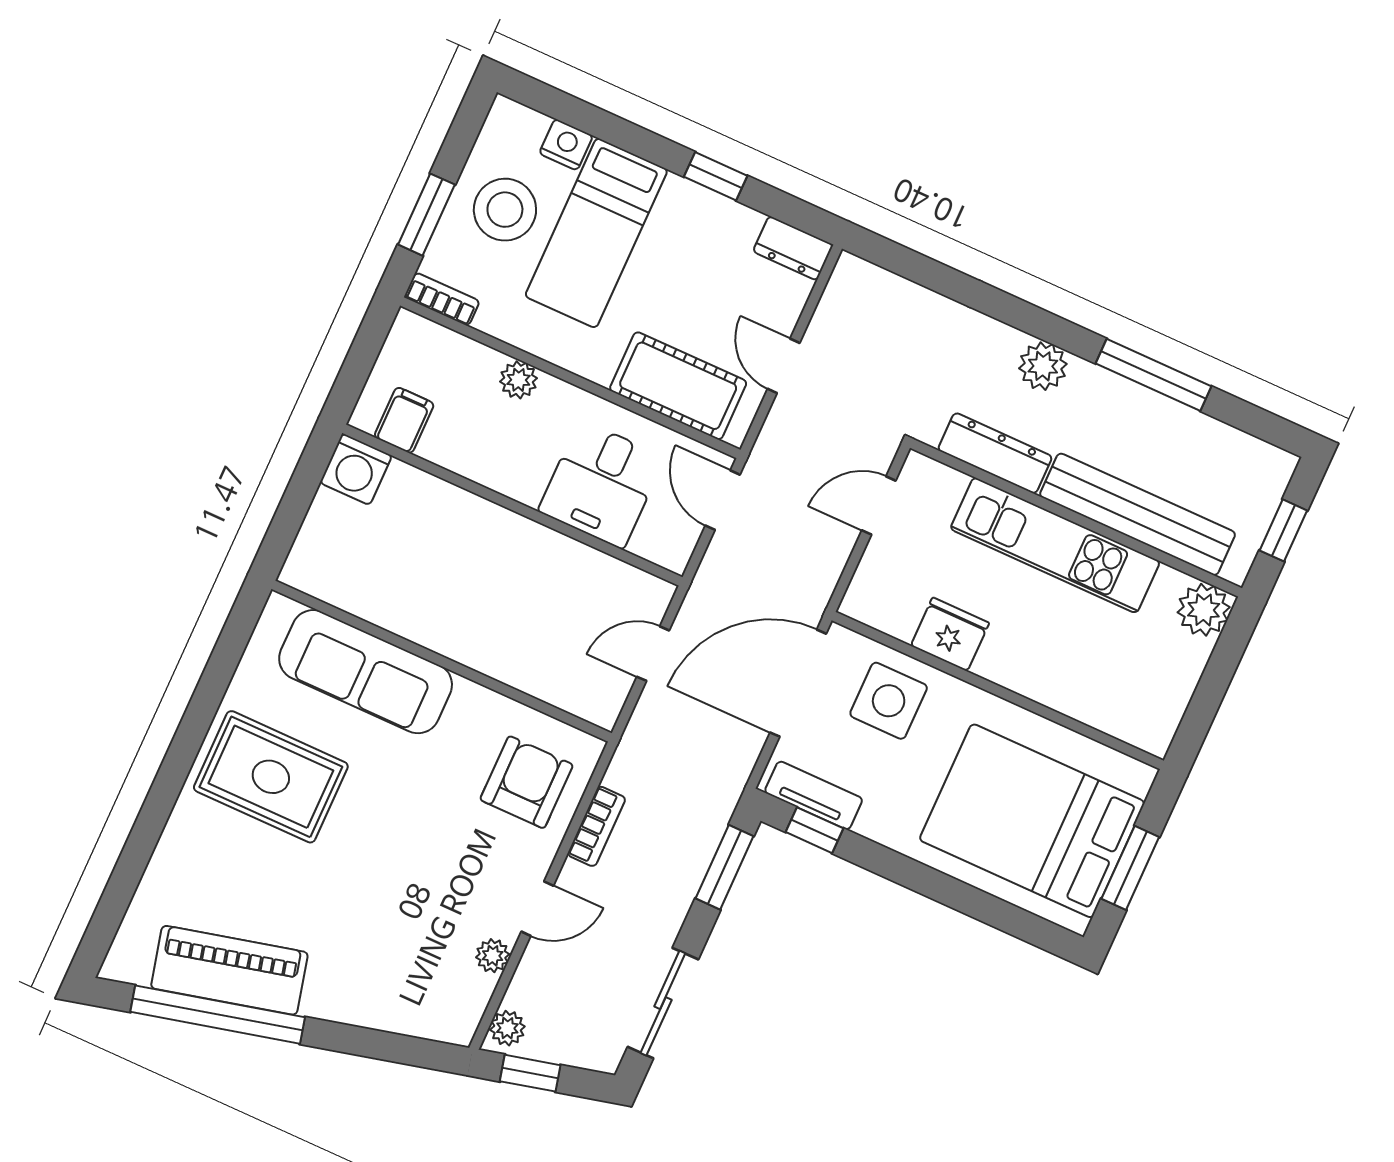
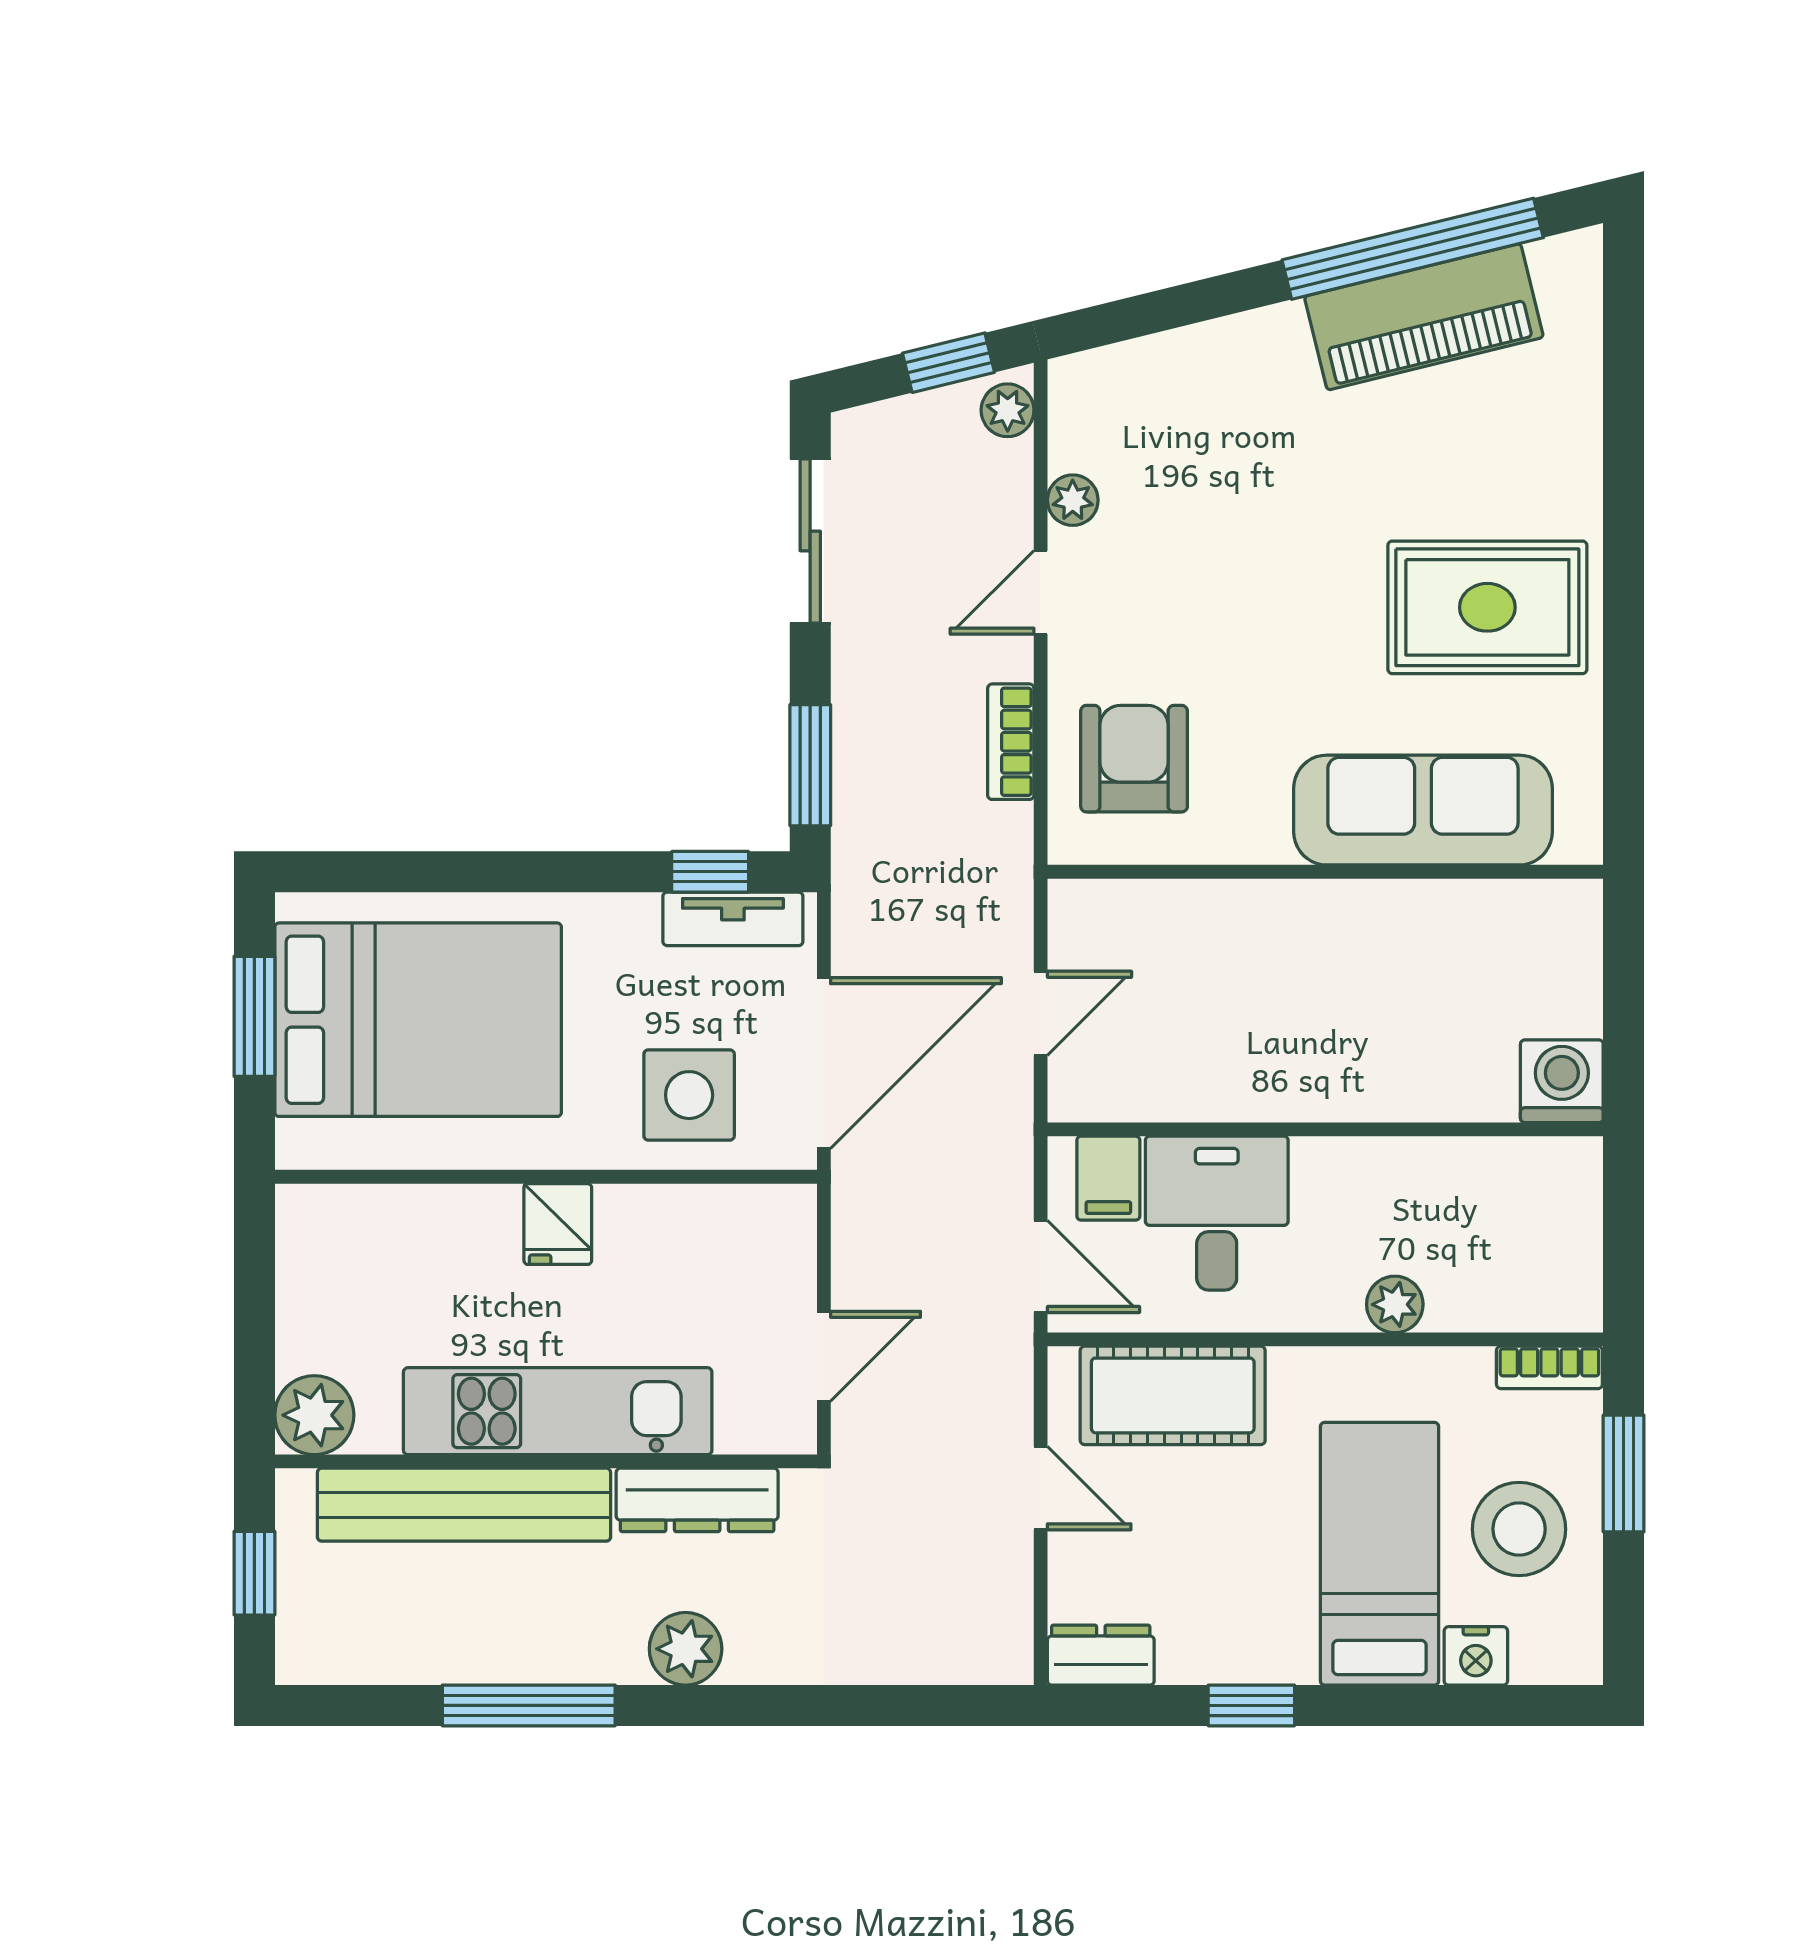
filing cabinet: (404, 420) -> (1108, 1178), moved
fridge: (950, 634) -> (558, 1224), moved, width x0.72
armchair: (527, 782) -> (1134, 759), turned 180

